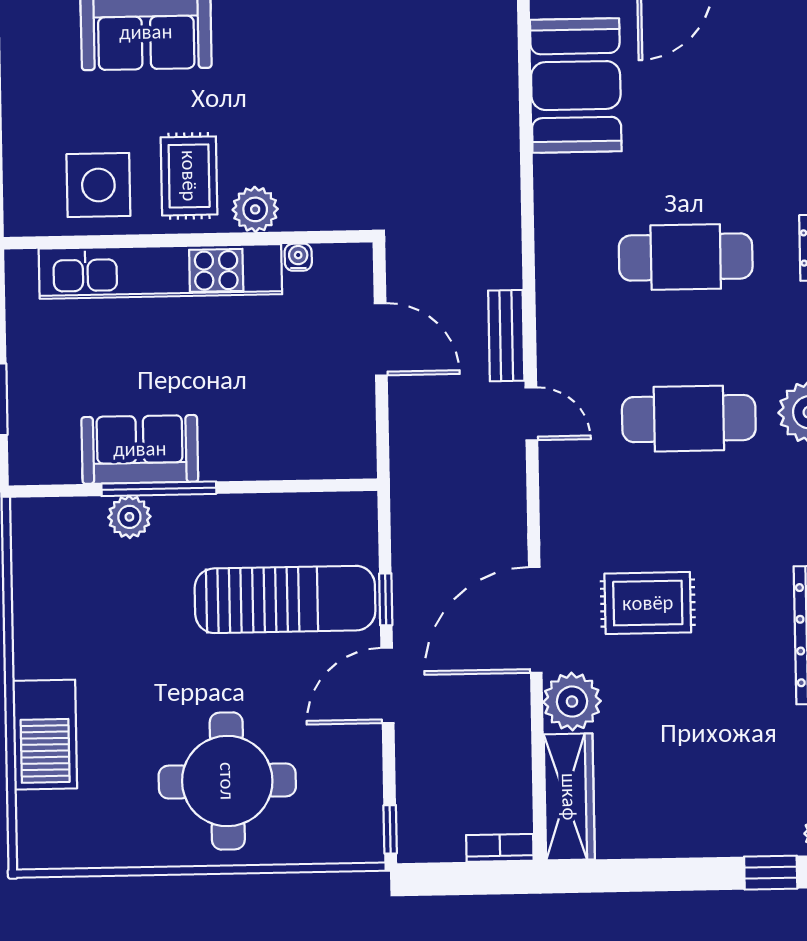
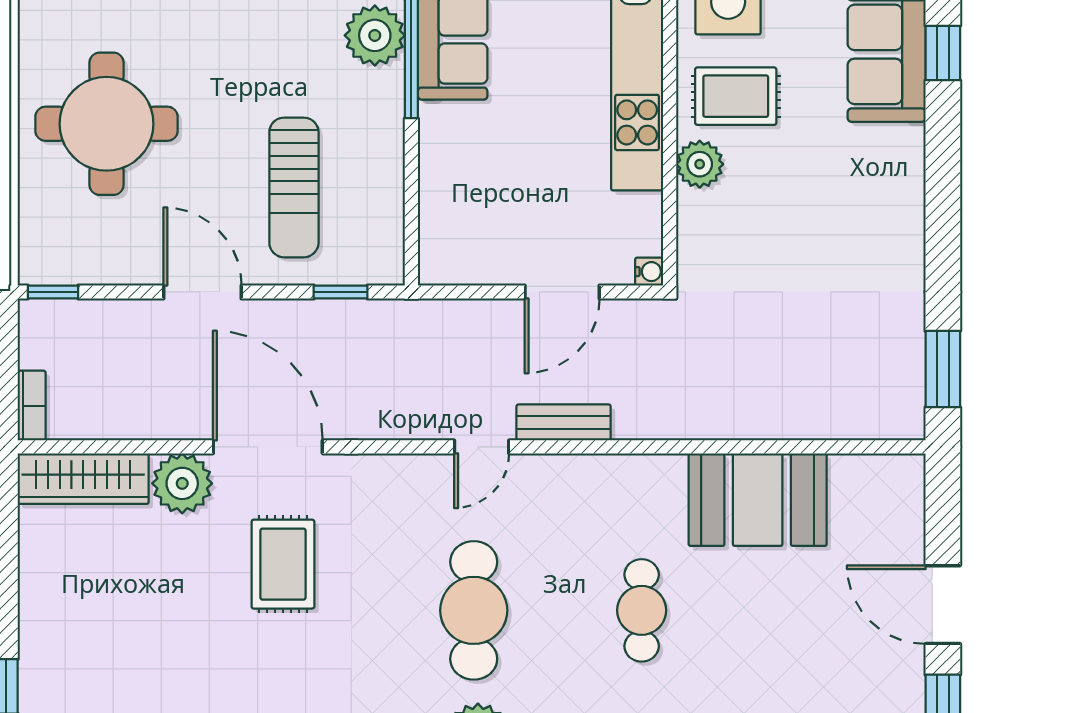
booth: (576, 86) -> (758, 500), moved
water cooler: (298, 257) -> (649, 272), moved
cafe table: (686, 257) -> (642, 610), width x0.73, depth x0.74
plant: (129, 517) -> (375, 35), width x1.36, depth x1.36
sun lounger: (285, 599) -> (294, 187), width x0.73, depth x0.75
window: (386, 599) -> (341, 292), moved

